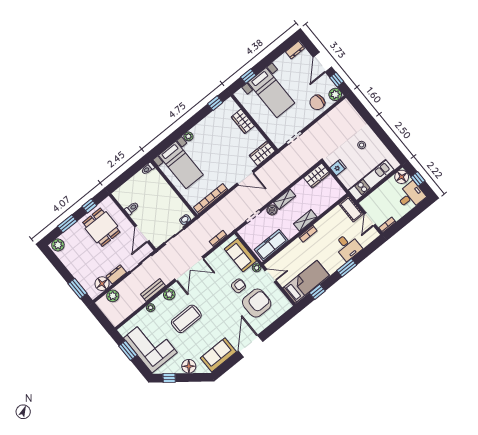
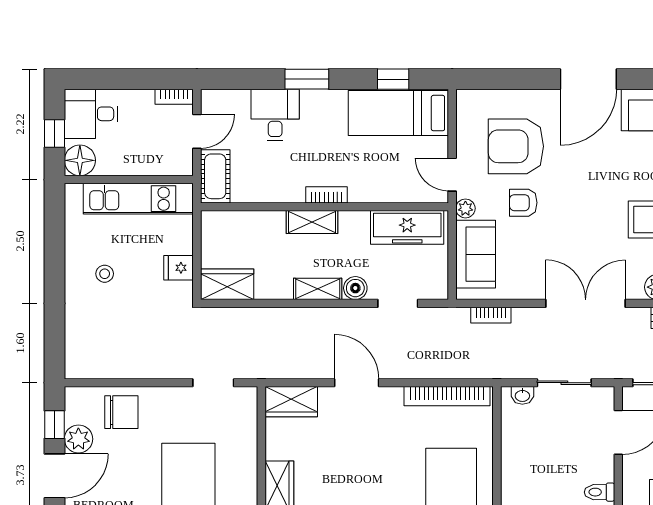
plant: (335, 94) -> (78, 439), moved

